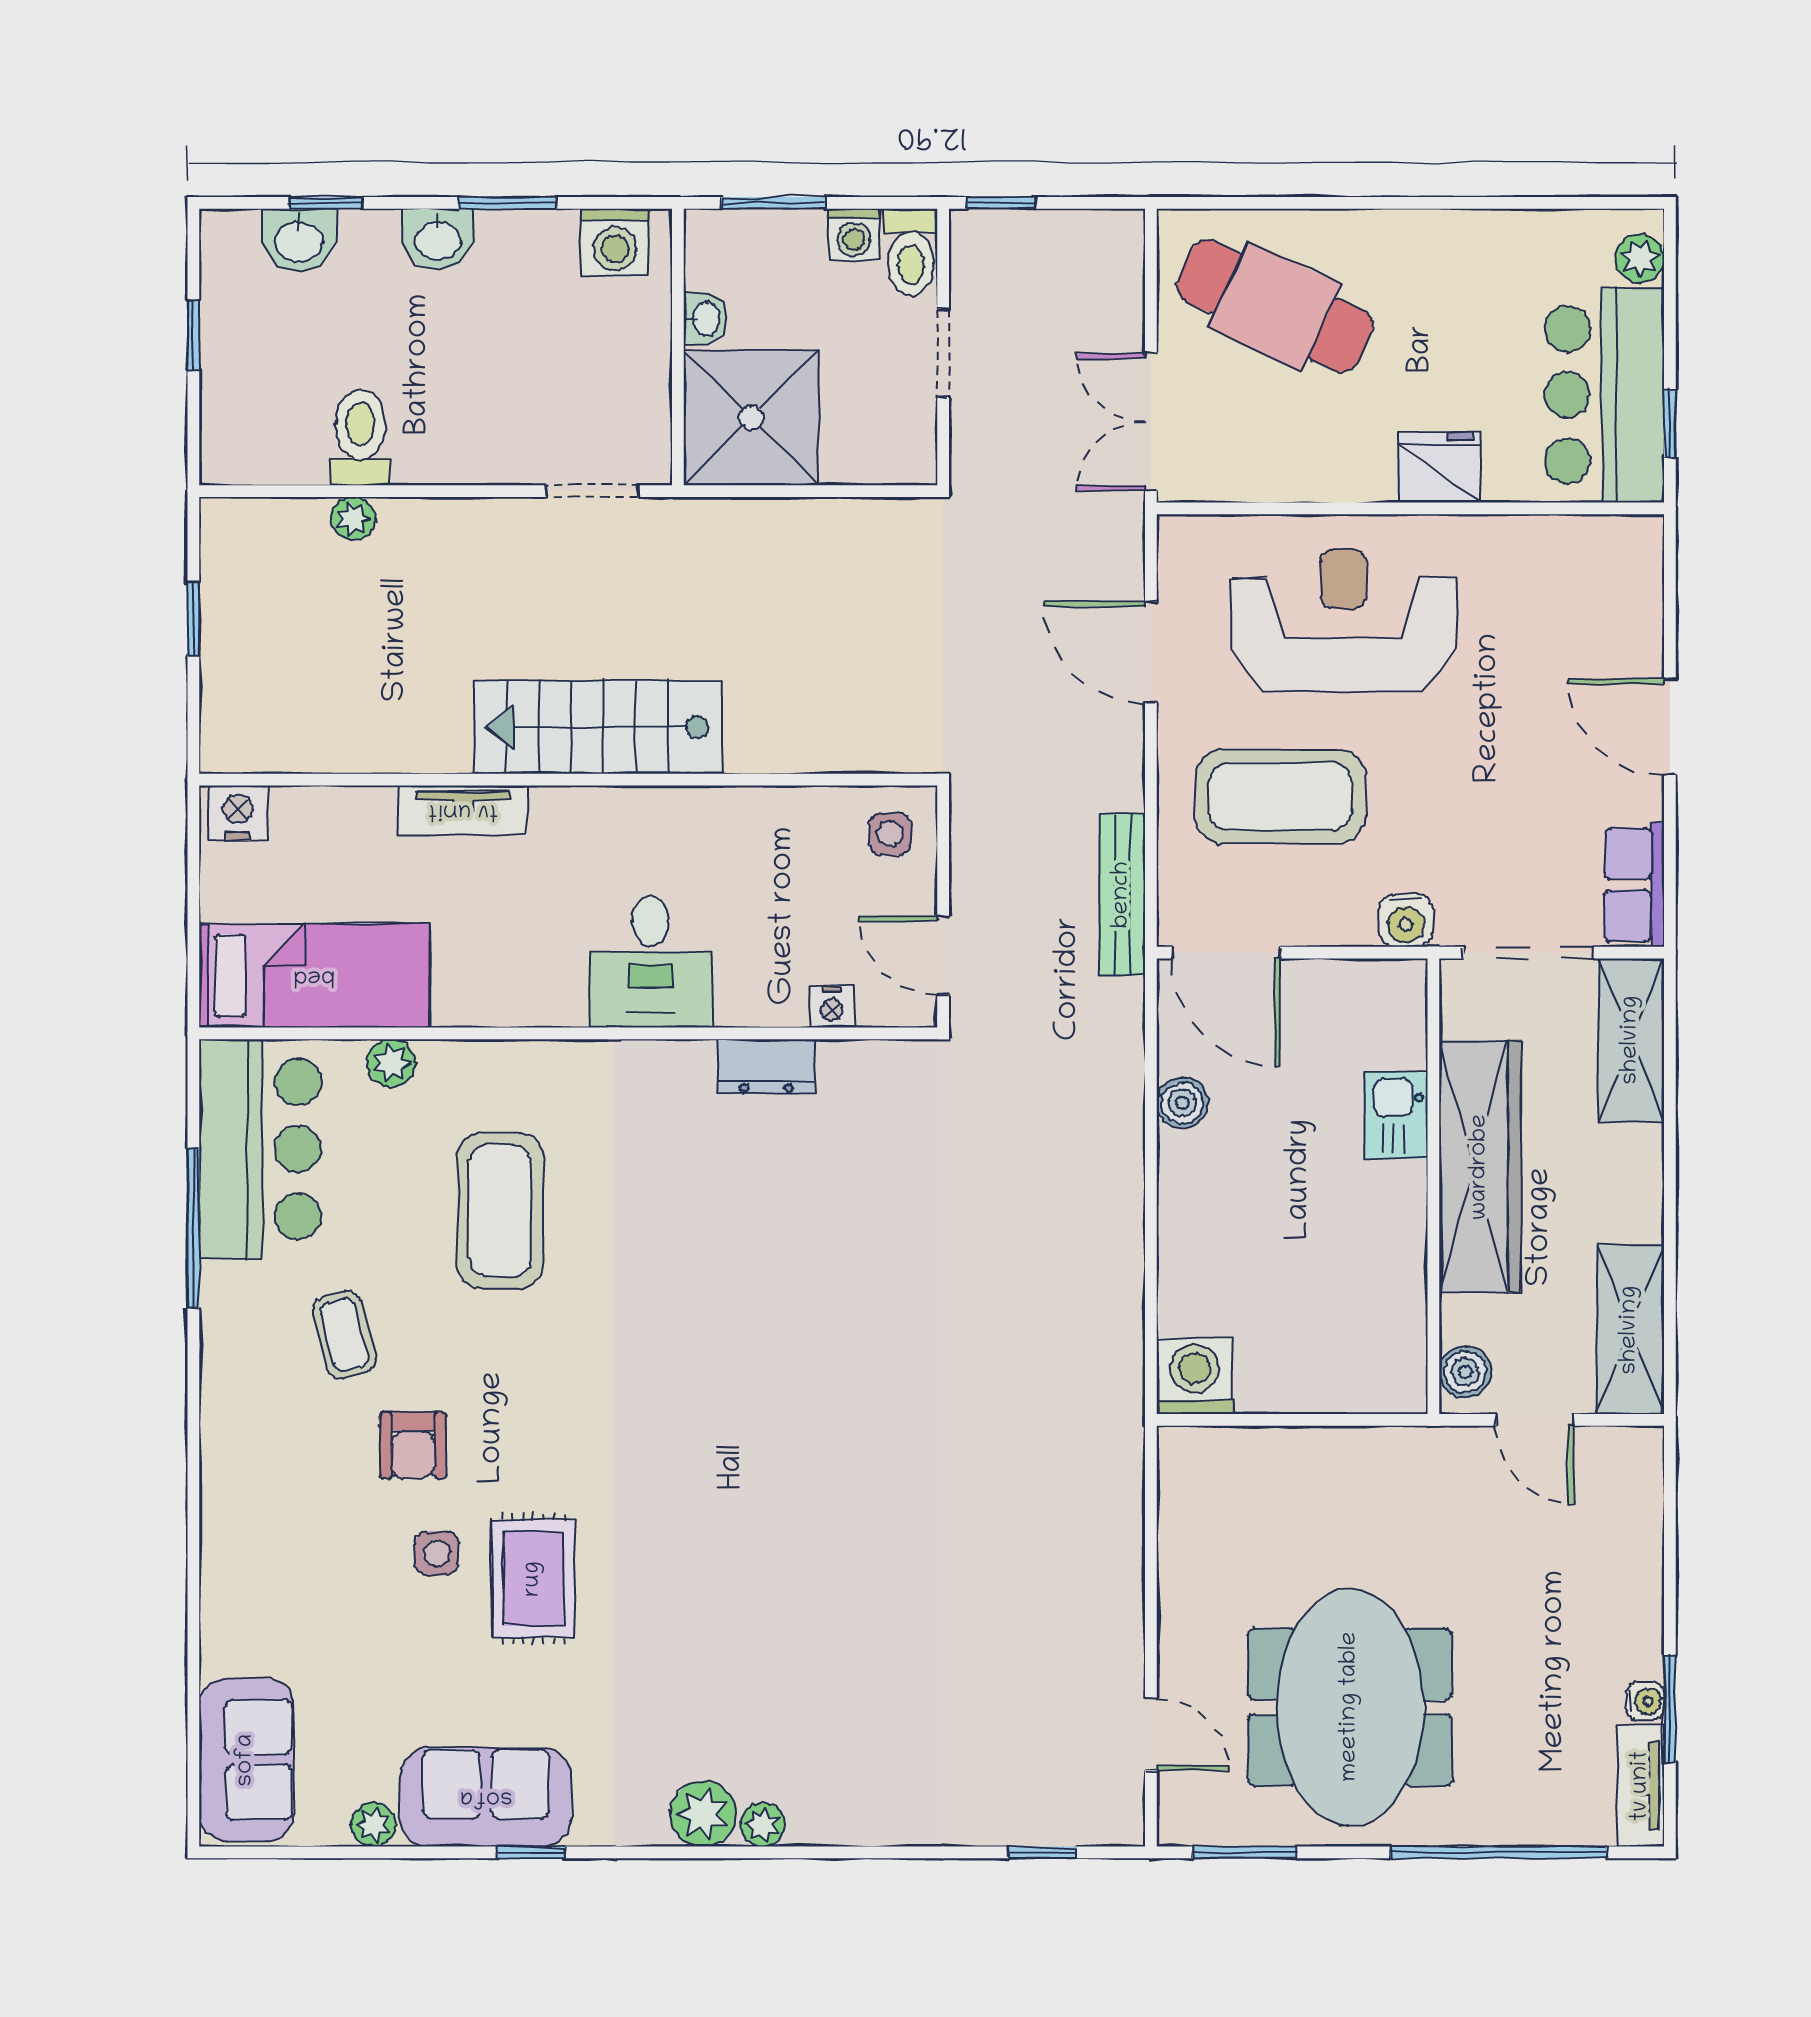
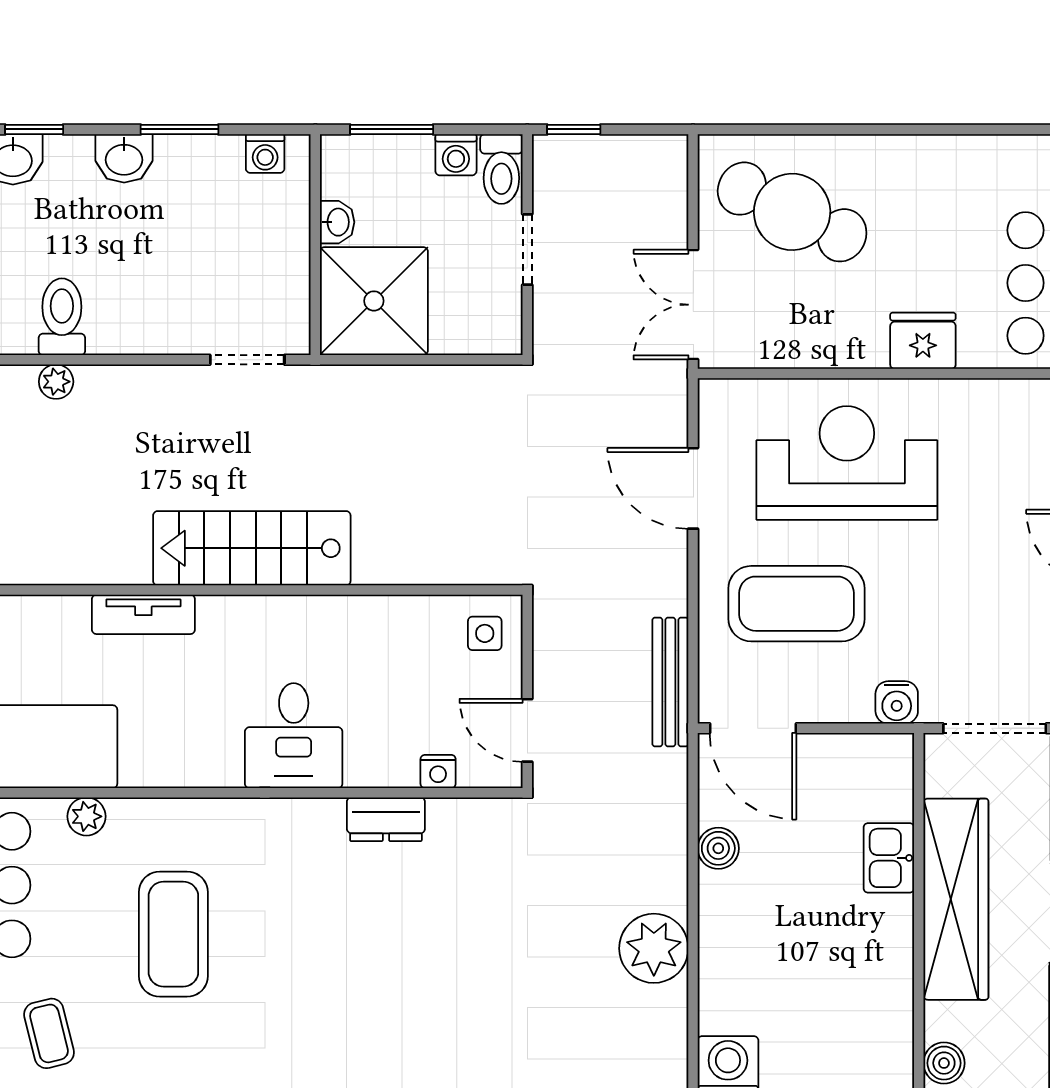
washing machine: (615, 242) -> (265, 153), width x0.73, depth x0.73
plant: (1102, 1228) -> (654, 948), added

